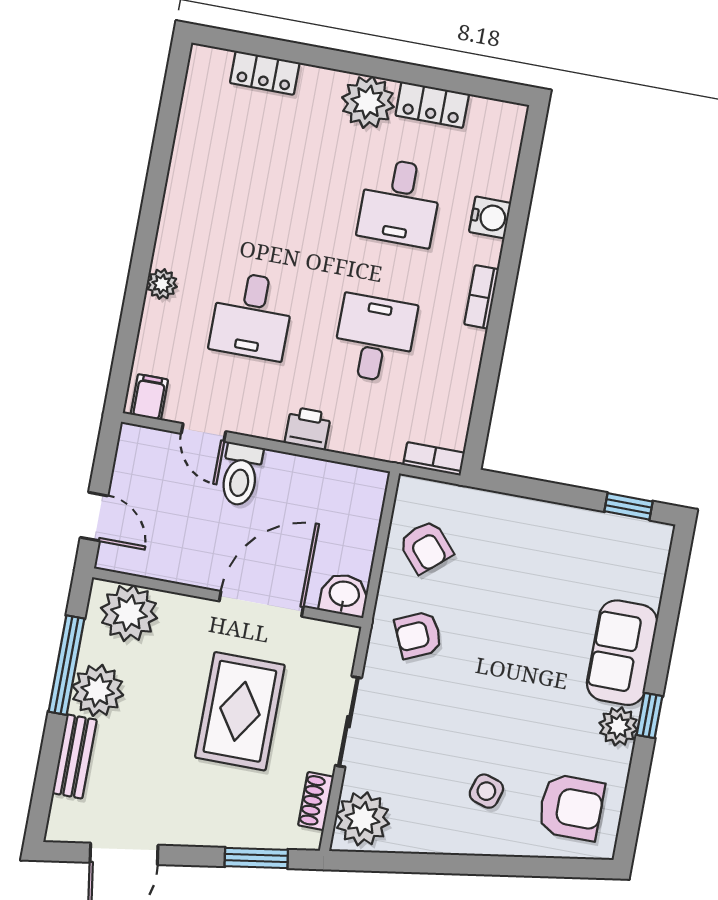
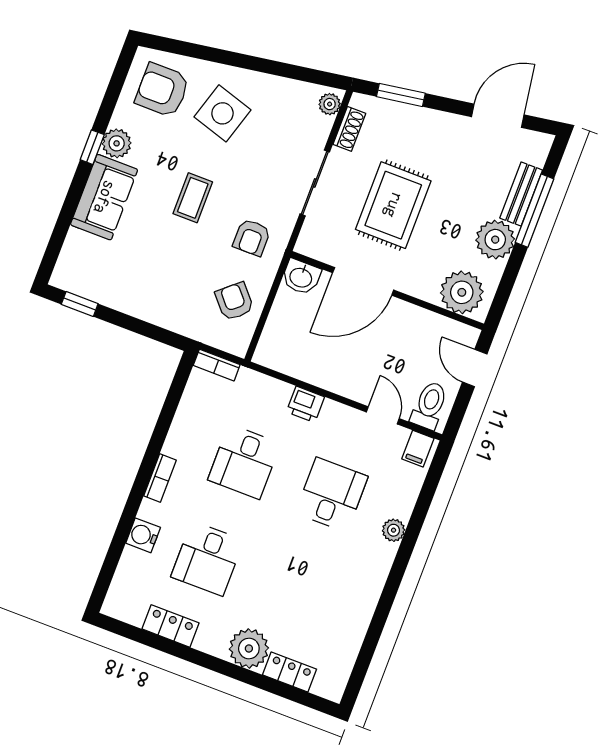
plant: (368, 102) -> (249, 648), moved
desk: (400, 202) -> (207, 558), turned 180
toilet: (241, 475) -> (429, 405), moved
armchair: (418, 635) -> (252, 237), turned 114
window: (66, 665) -> (534, 211), moved
coffee table: (505, 673) -> (193, 198), added
side table: (486, 791) -> (222, 113), width x1.87, depth x1.87
plant: (363, 819) -> (330, 104), width x0.53, depth x0.53

